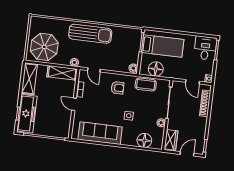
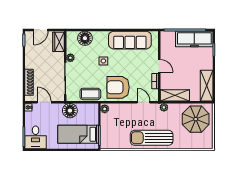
floor lamp: (156, 69) -> (70, 111), moved
armchair: (117, 88) -> (118, 87), width x1.88, depth x1.88
freezer: (27, 114) -> (194, 39), moved, turned -90

